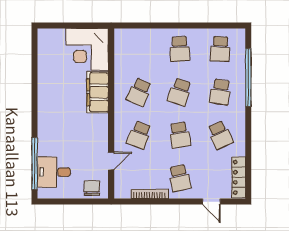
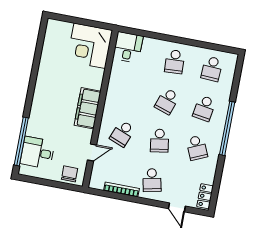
desk: (128, 43) -> (128, 47), added
window: (248, 78) -> (227, 128), moved
filing cabinet: (98, 92) -> (88, 108), moved
school desk: (139, 92) -> (130, 94), removed
locker: (239, 177) -> (205, 196), width x0.66

